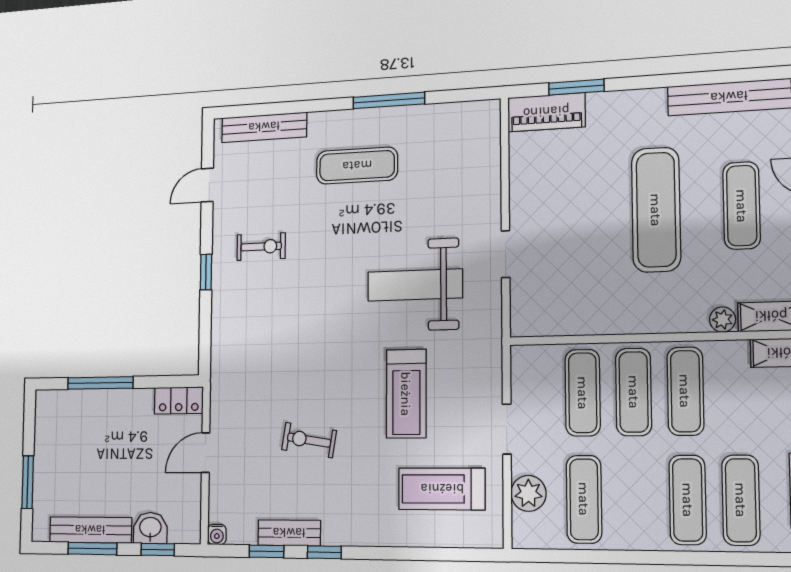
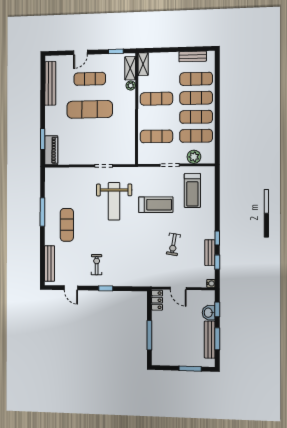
exercise mat: (634, 392) -> (196, 117), moved

